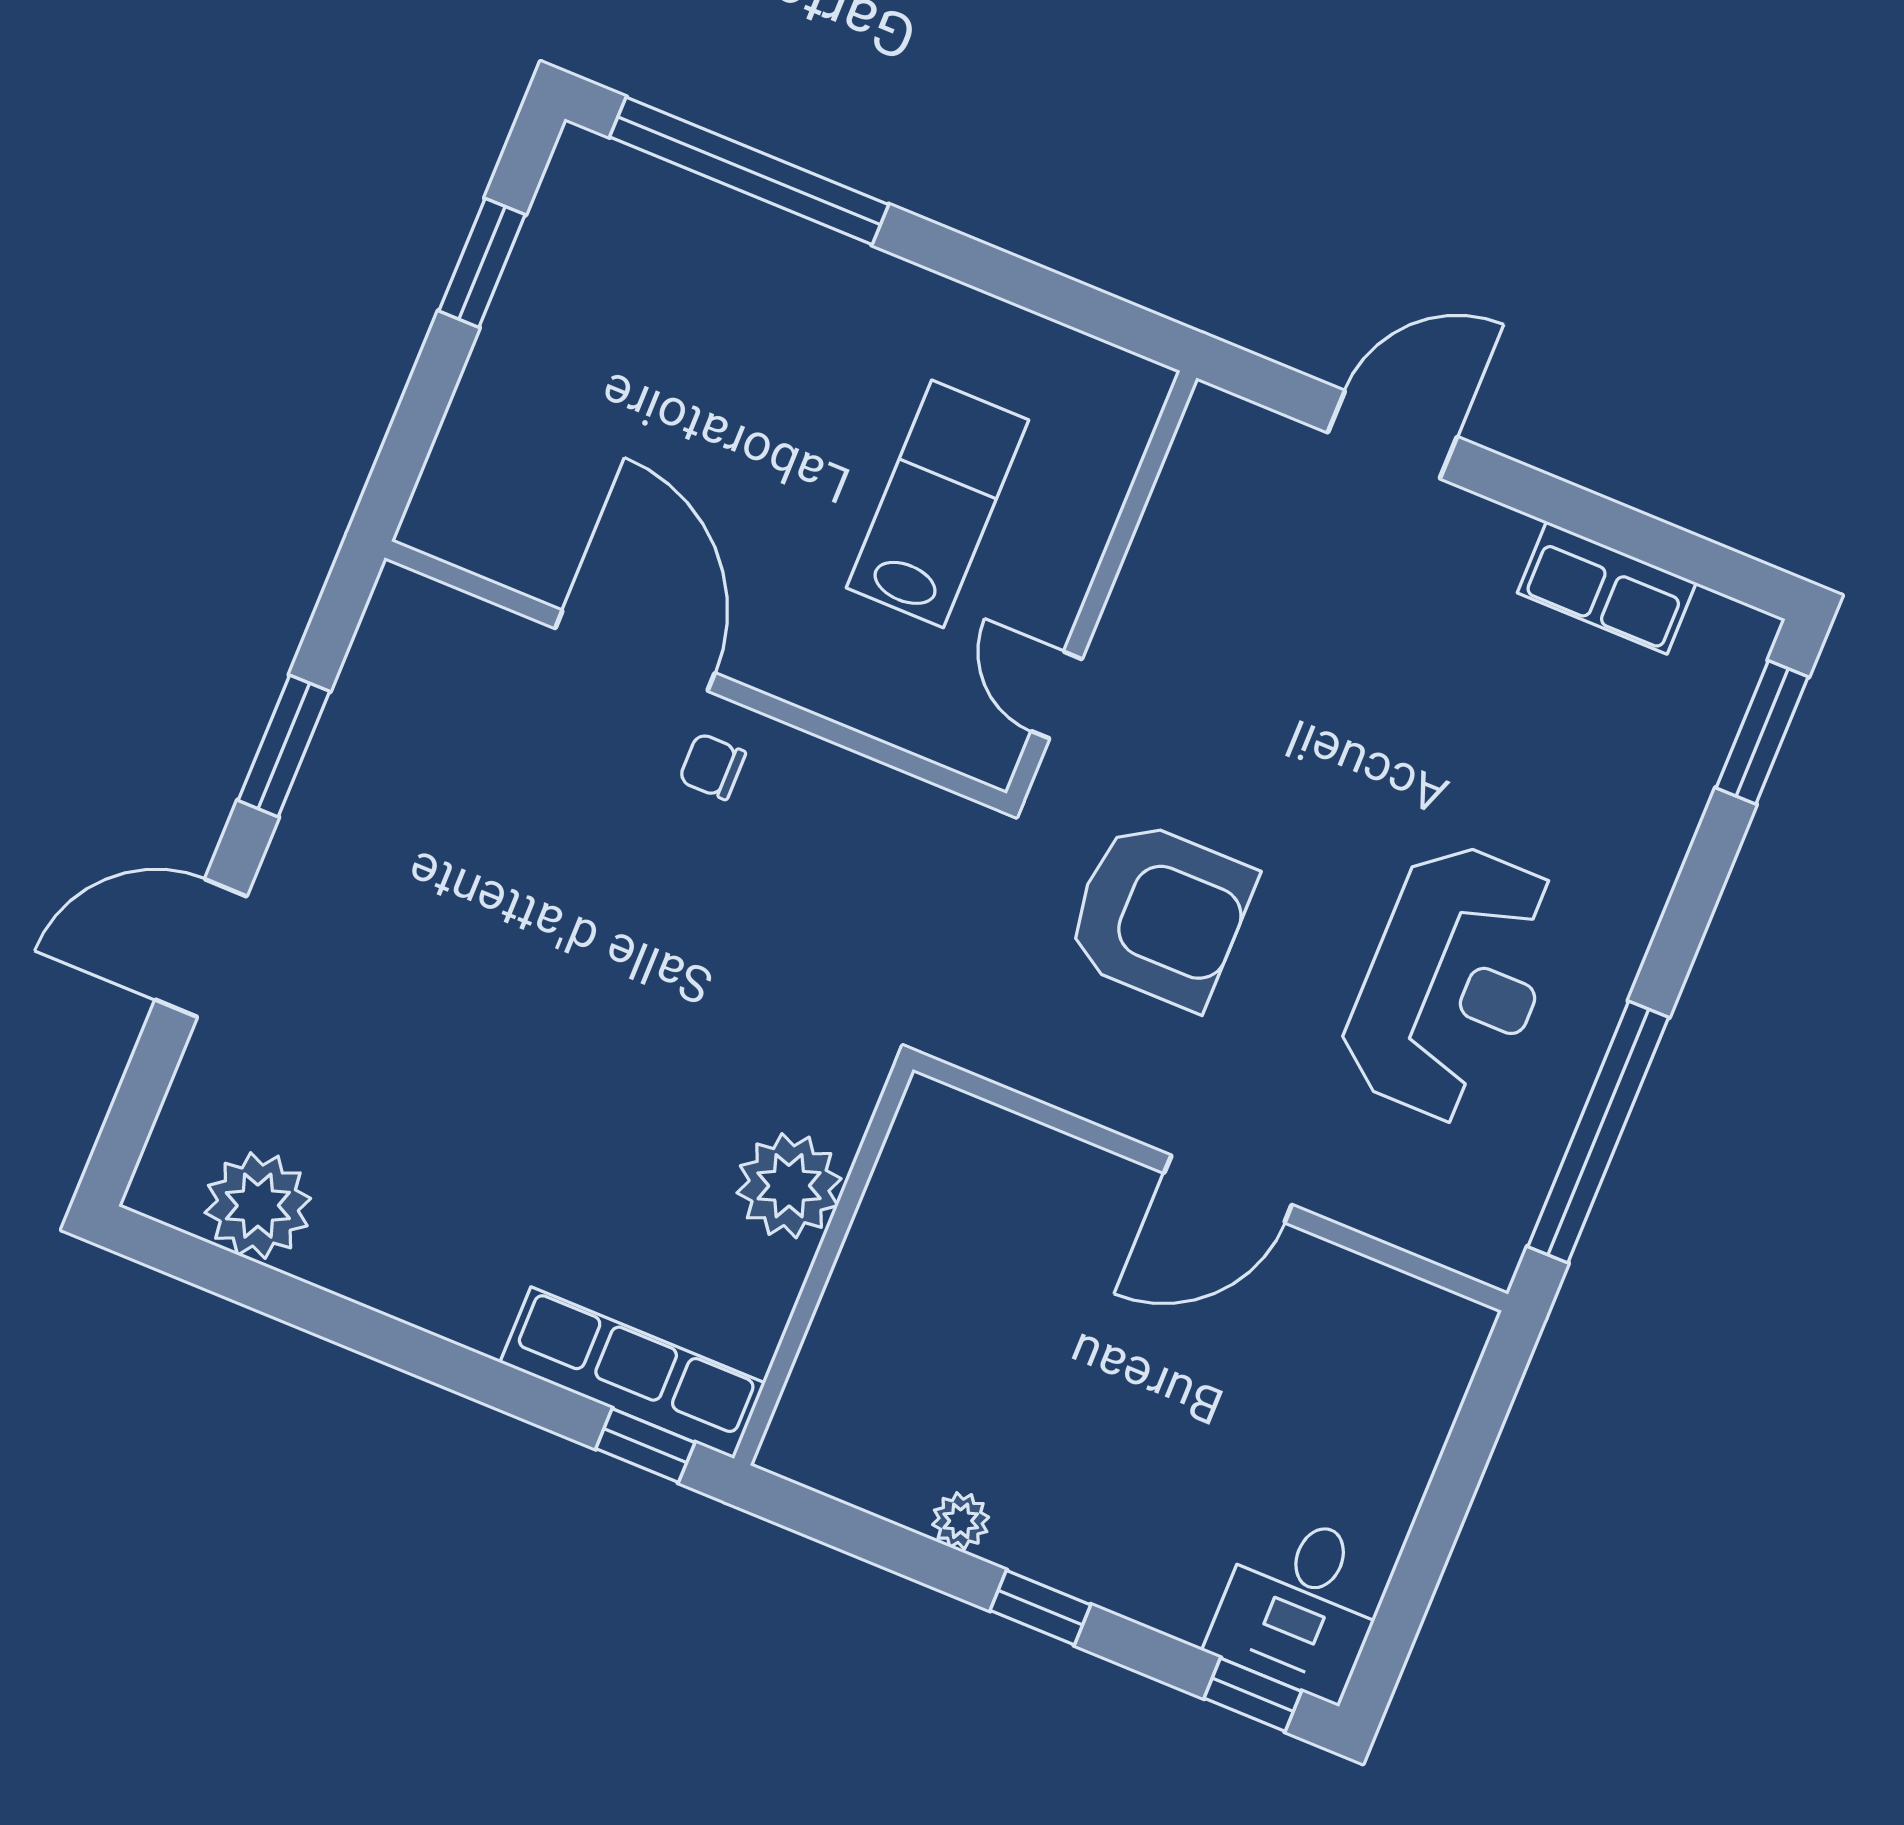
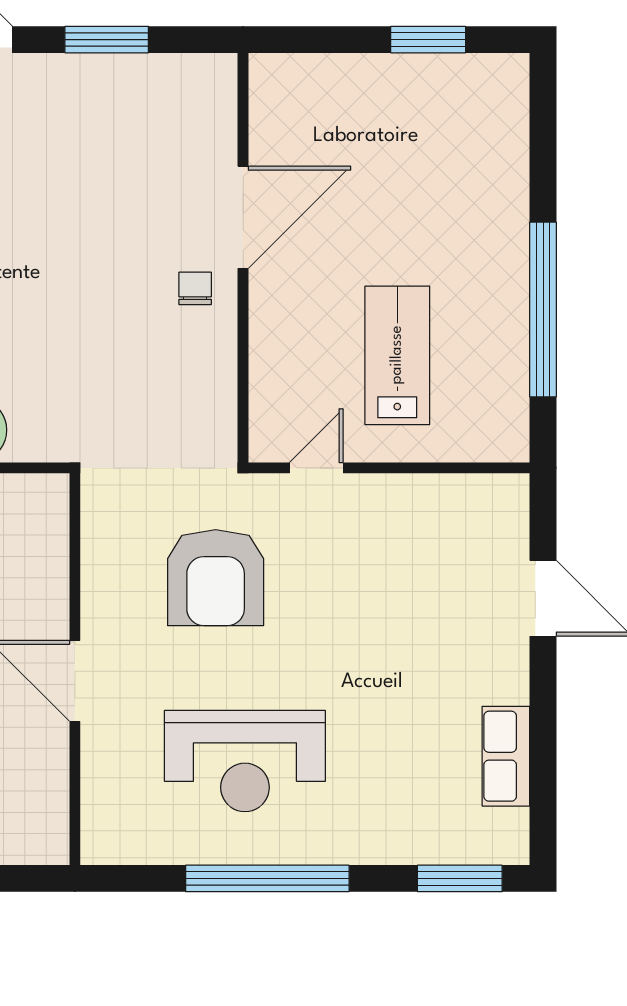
window: (749, 171) -> (543, 309), moved
lab bench: (938, 504) -> (397, 355), turned -90
window: (1598, 1132) -> (267, 878), moved

